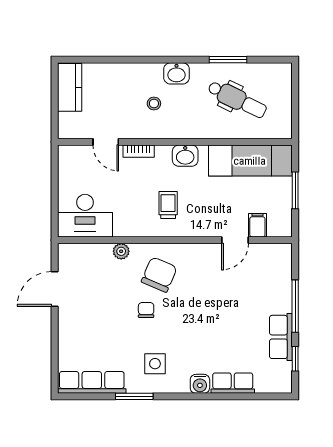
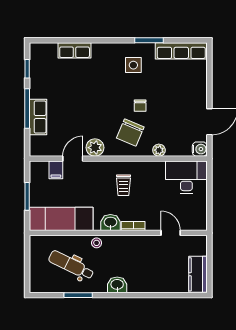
stool: (154, 103) -> (97, 243), moved
bookcase: (139, 151) -> (133, 226), moved
plant: (206, 255) -> (95, 148), added
row of seats: (281, 337) -> (38, 117), moved
water cooler: (200, 384) -> (200, 149), moved, turned 90

